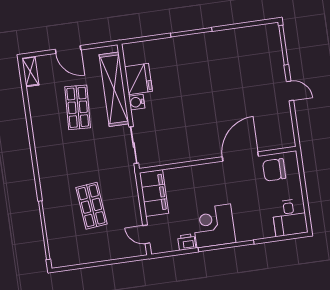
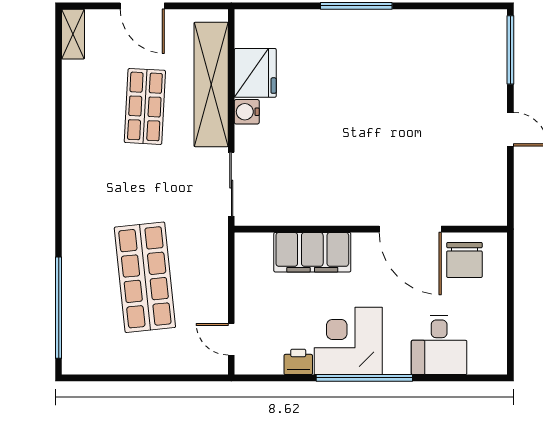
door: (240, 156) -> (410, 229), swing flipped
chair: (274, 170) -> (464, 260), turned -90
filing cabinet: (154, 193) -> (312, 252), moved, turned 90
shop shelf: (91, 206) -> (145, 277), width x1.43, depth x1.36
desk: (290, 218) -> (439, 345), moved

